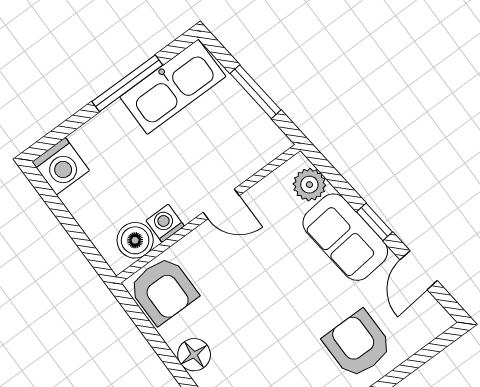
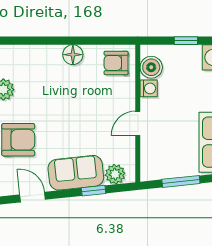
window: (67, 221) -> (186, 41), added
window: (374, 222) -> (94, 191), moved
armchair: (163, 290) -> (116, 63), width x0.72, depth x0.72

